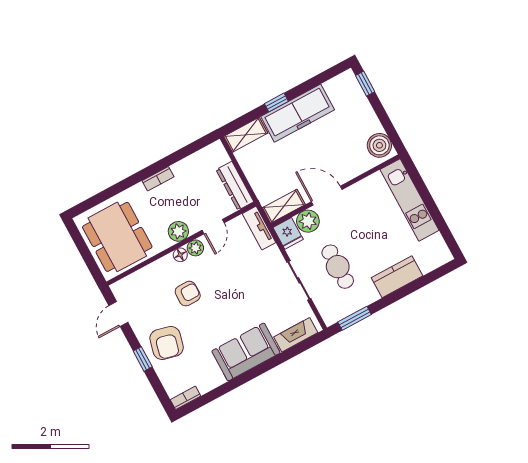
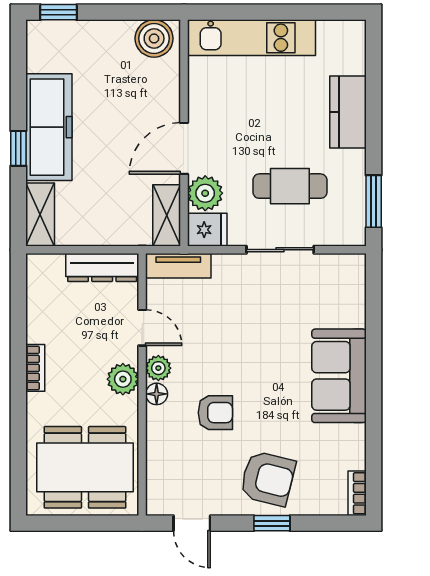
armchair: (188, 294) -> (215, 413), turned 90
fireplace: (296, 335) -> (352, 295), removed

